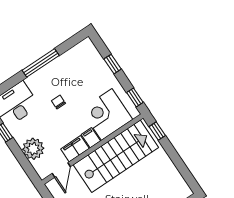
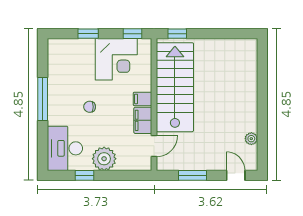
corner desk: (107, 114) -> (116, 59), moved, turned -90
plant: (33, 149) -> (104, 159), moved
door: (61, 170) -> (154, 146), hinge flipped

